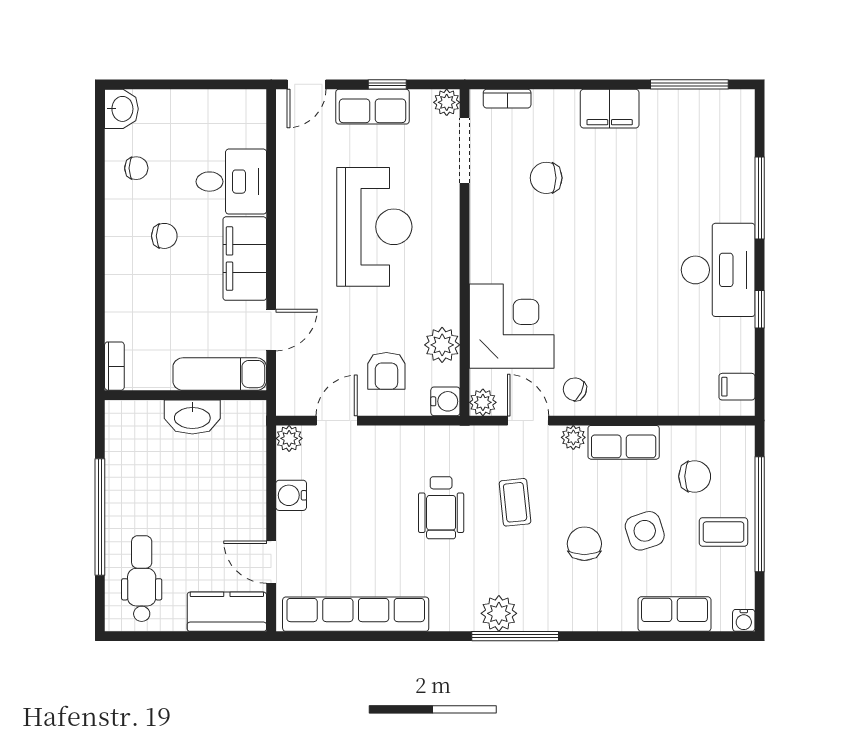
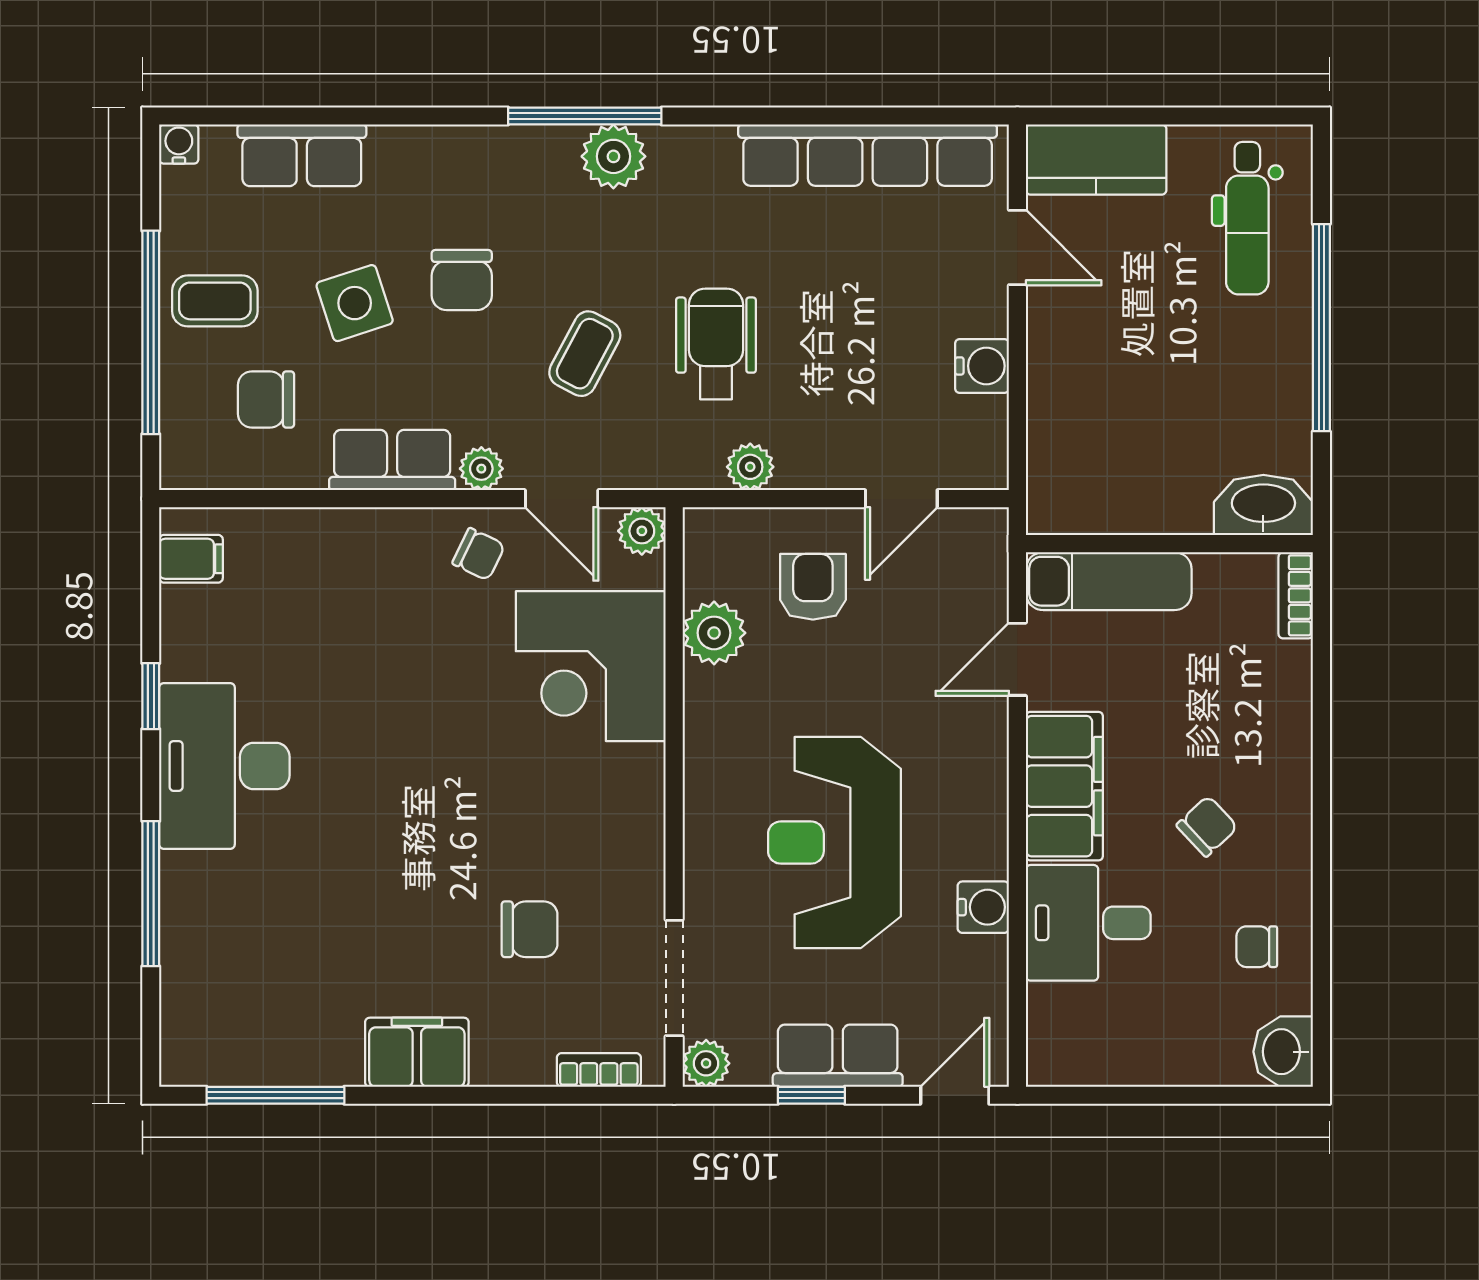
chair: (164, 236) -> (1207, 826), turned 137
water cooler: (445, 401) -> (983, 907), moved, turned 180
washbasin: (192, 417) -> (1263, 505), moved
plant: (289, 438) -> (750, 467), moved
coffee table: (515, 502) -> (585, 354), turned 34

